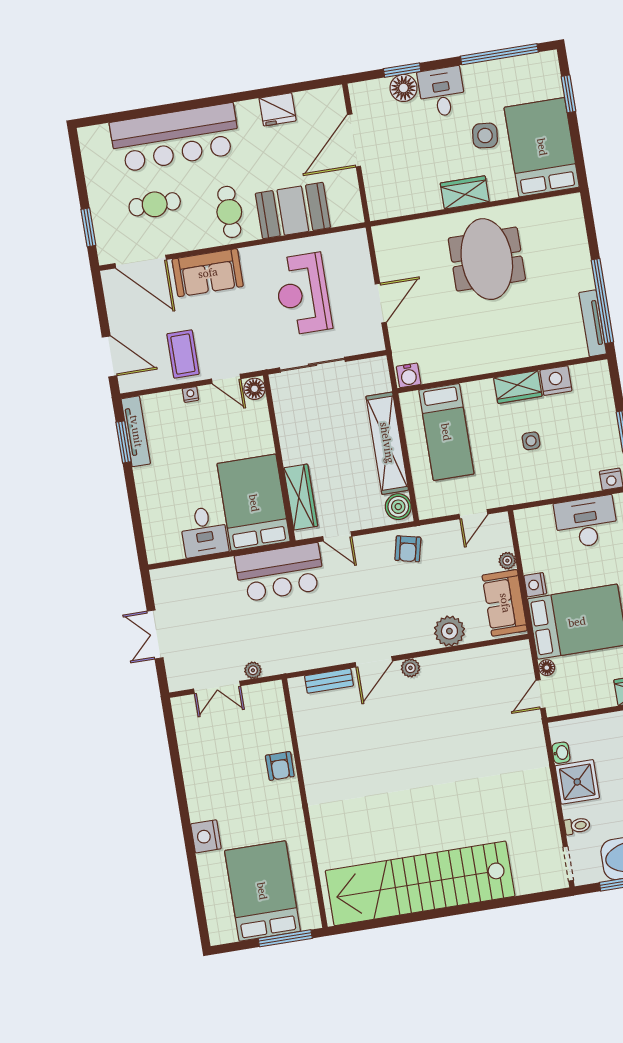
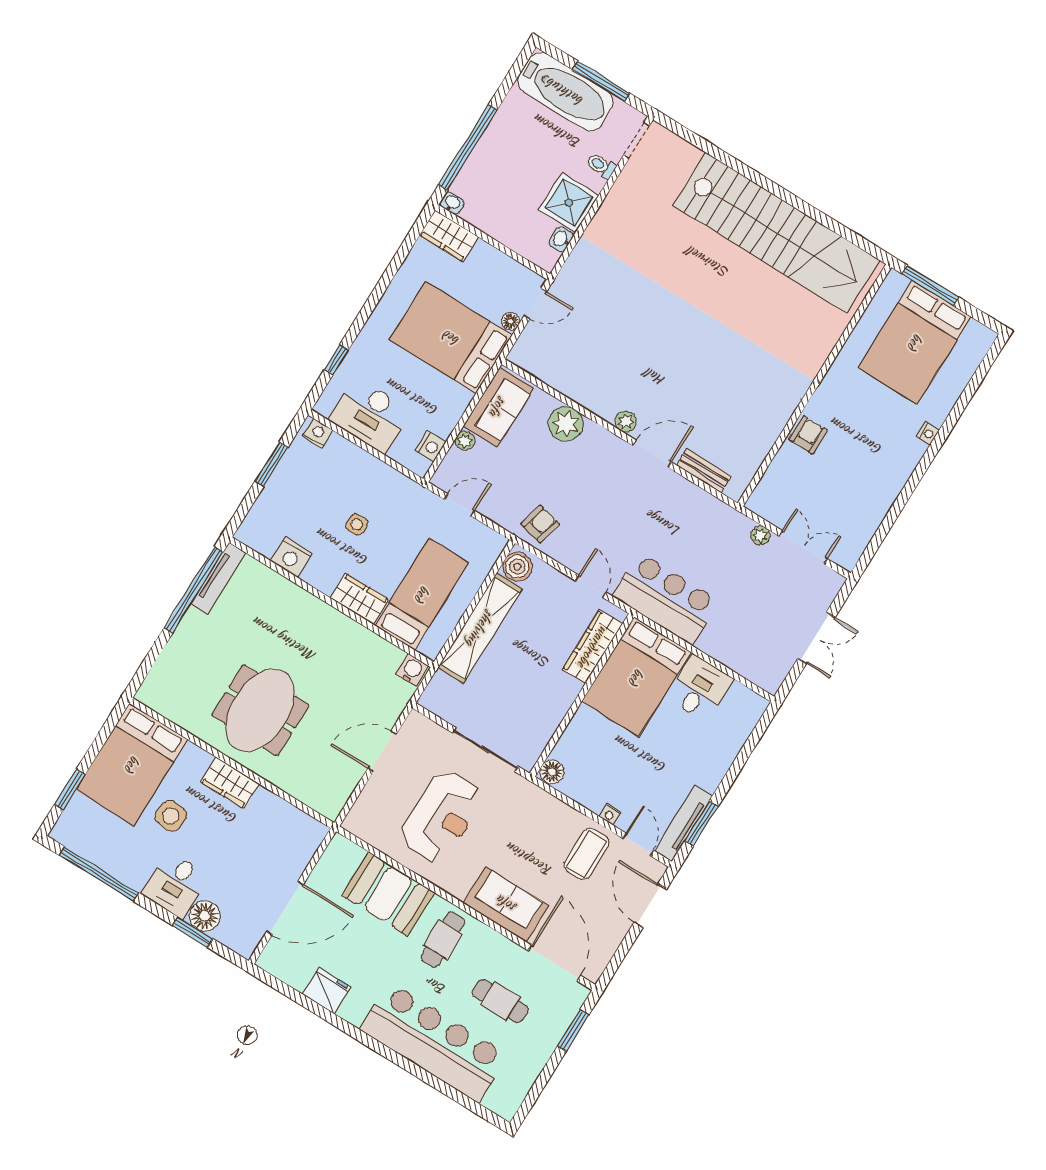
door: (226, 379) -> (638, 844), moved
wardrobe: (518, 387) -> (360, 599), moved
nightstand: (535, 585) -> (430, 446), moved
nightstand: (206, 836) -> (928, 433), width x0.53, depth x0.56

